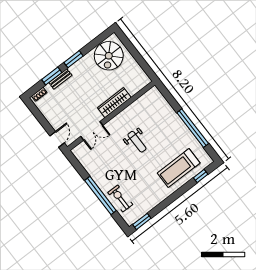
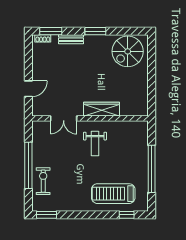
window: (52, 76) -> (51, 31), moved
wardrobe: (114, 103) -> (102, 109), moved
wall: (111, 116) -> (90, 118), moved
double door: (92, 131) -> (64, 118), moved

